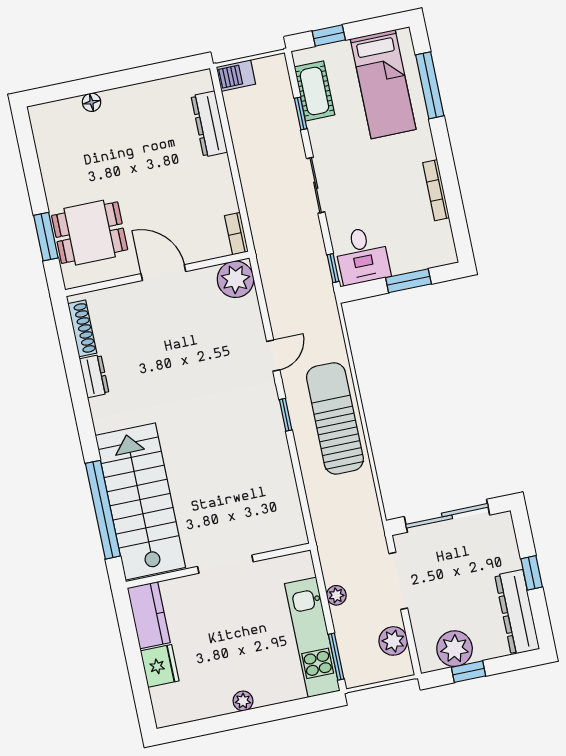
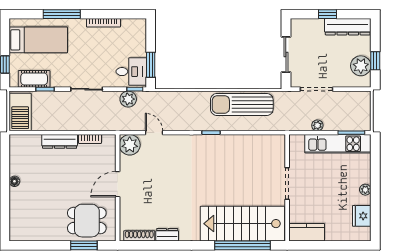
barbecue: (236, 76) -> (20, 112), width x1.88, depth x1.53
window: (430, 85) -> (62, 14), moved
floor lamp: (92, 102) -> (14, 181), moved
dresser: (209, 124) -> (60, 141), moved
dining table: (90, 233) -> (87, 221), turned 90
bookcase: (236, 234) -> (90, 139), moved
window: (408, 281) -> (151, 65), moved
door: (273, 356) -> (154, 133), moved
sun lounger: (335, 418) -> (242, 104), moved
sliding door: (447, 516) -> (286, 55), width x0.73
plant: (393, 641) -> (128, 99), moved
fridge: (160, 666) -> (362, 216), moved, turned -90

